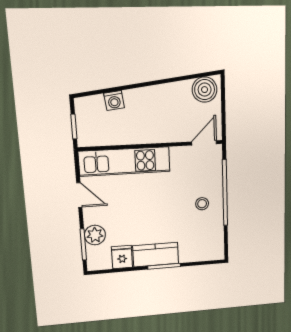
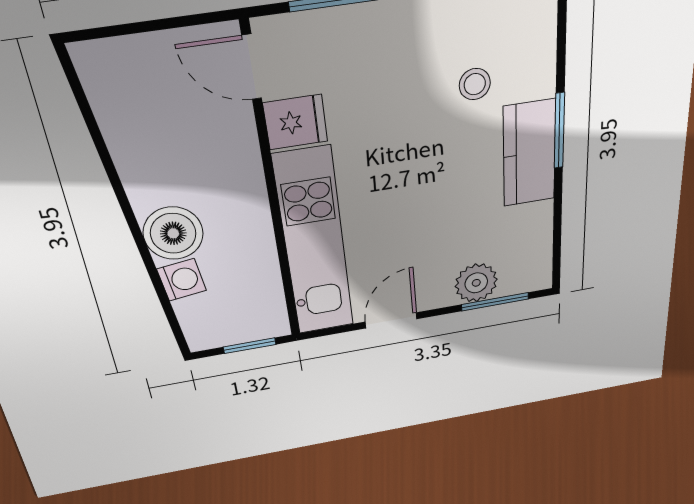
boiler: (205, 90) -> (173, 233), moved
stool: (202, 204) -> (475, 84), moved
fridge: (122, 257) -> (296, 122), moved, turned 180

